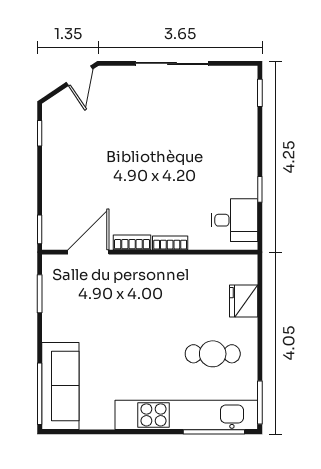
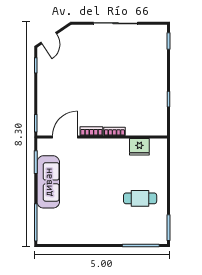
door: (79, 76) -> (49, 38), moved
desk: (234, 220) -> (153, 118), removed
fridge: (244, 301) -> (139, 147), moved, turned -90
sofa: (60, 386) -> (48, 182), moved
kitchen unit: (186, 415) -> (124, 235), removed

